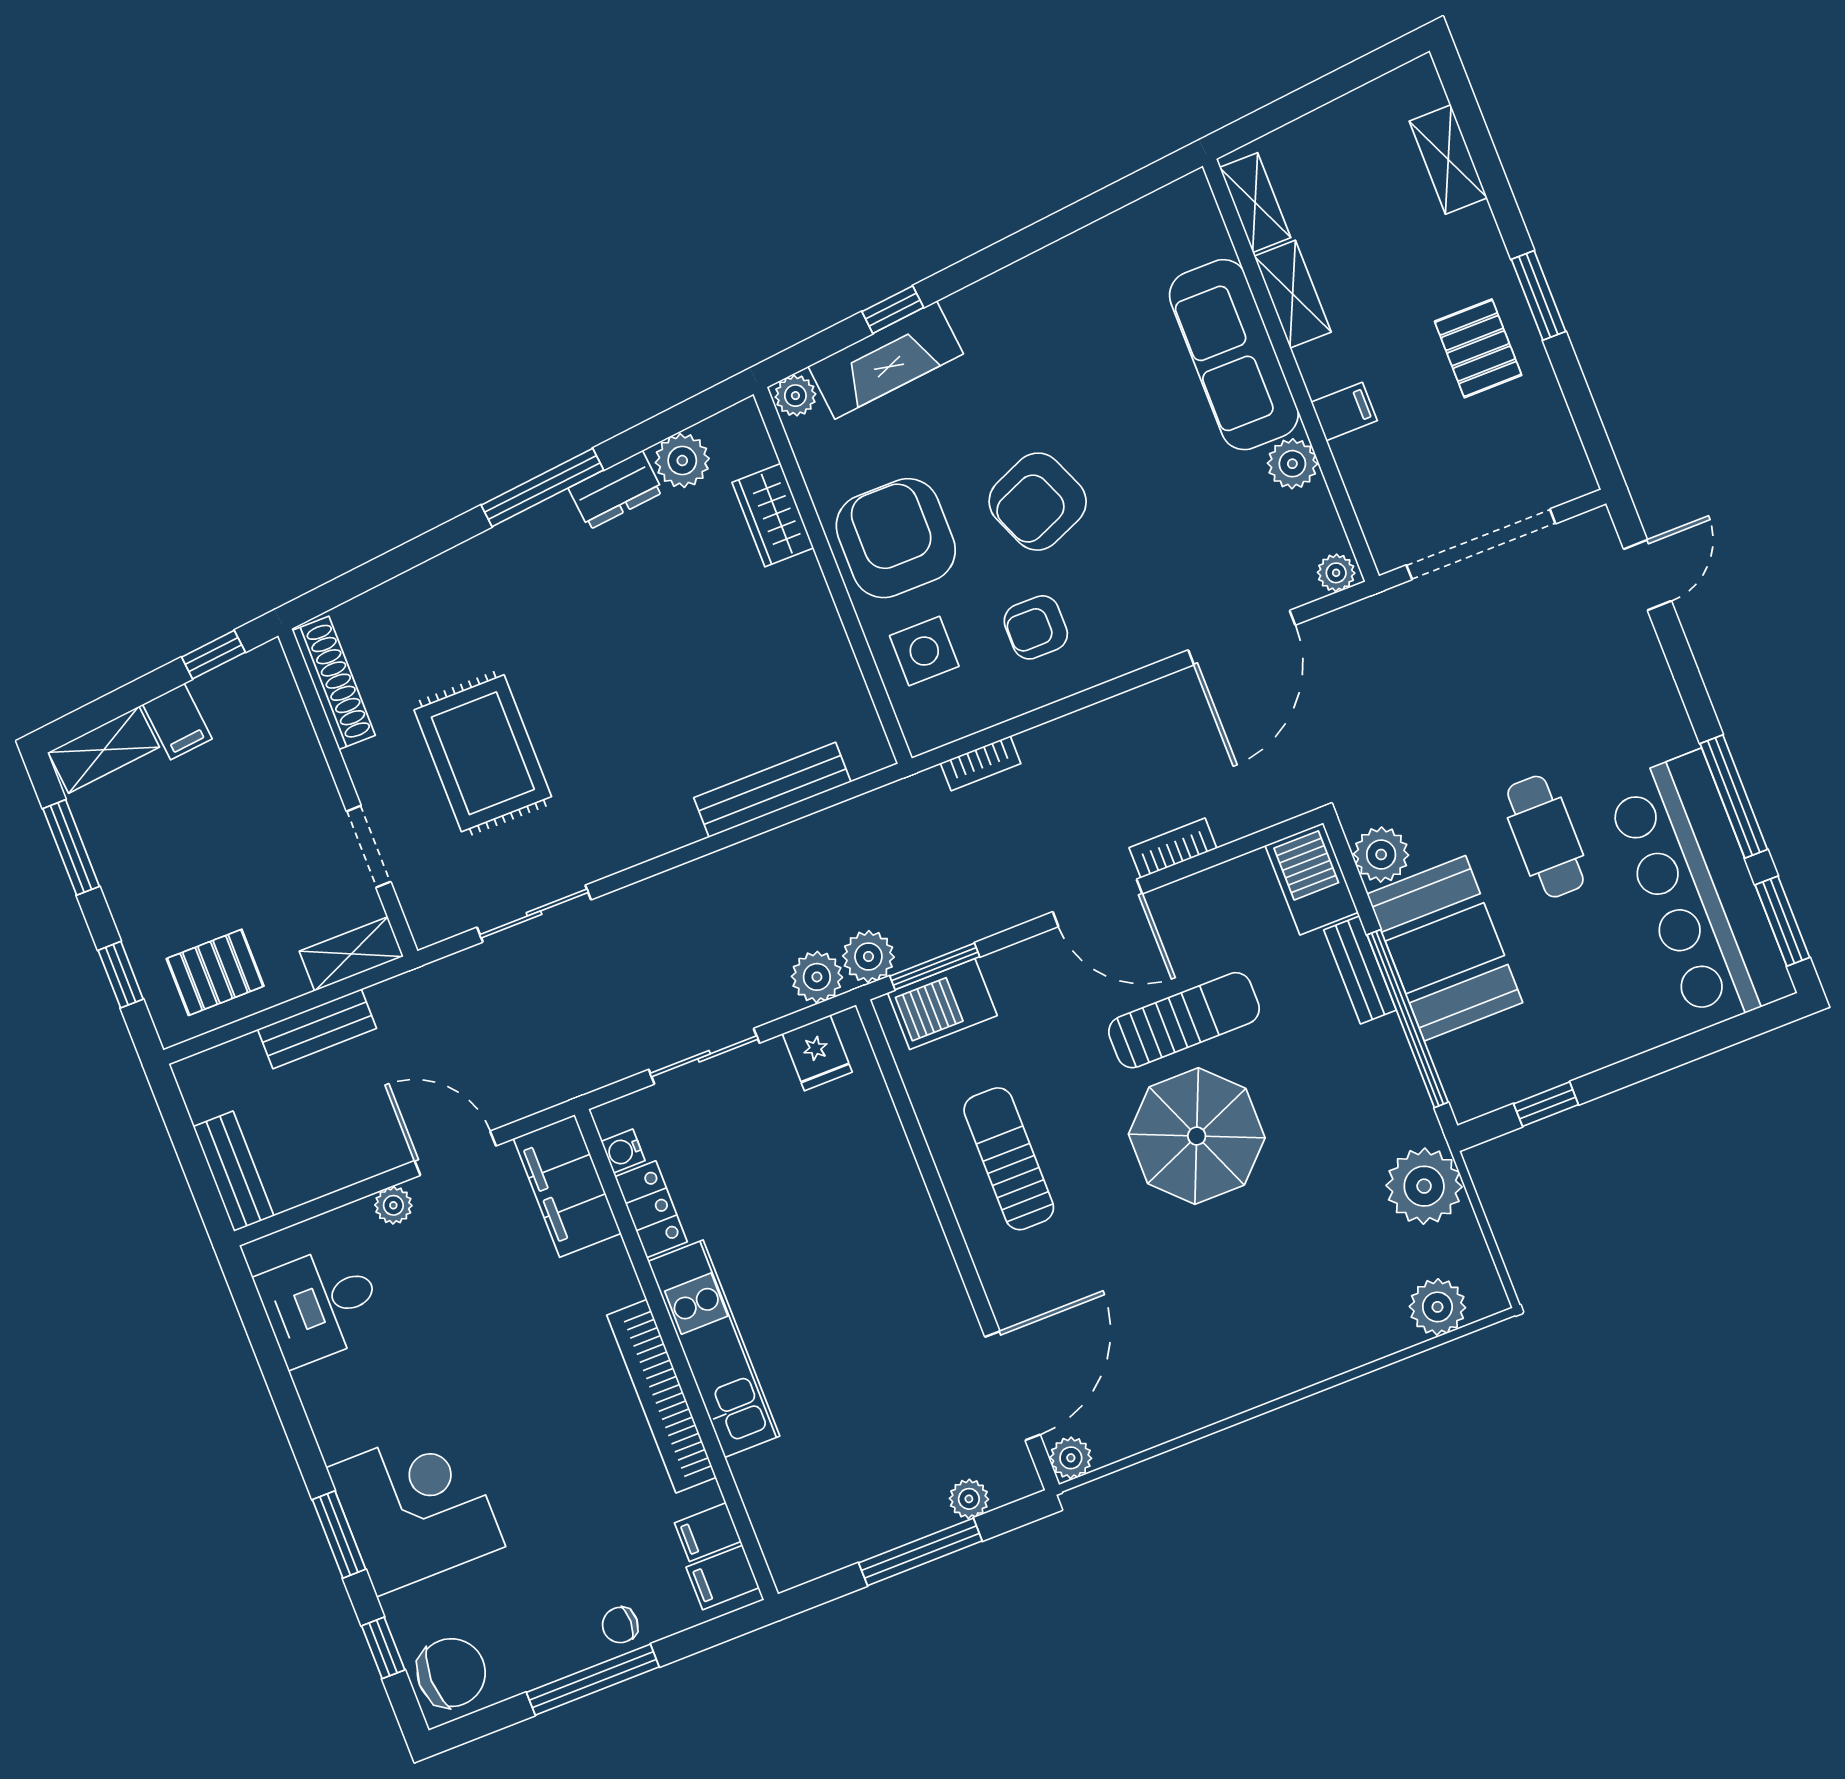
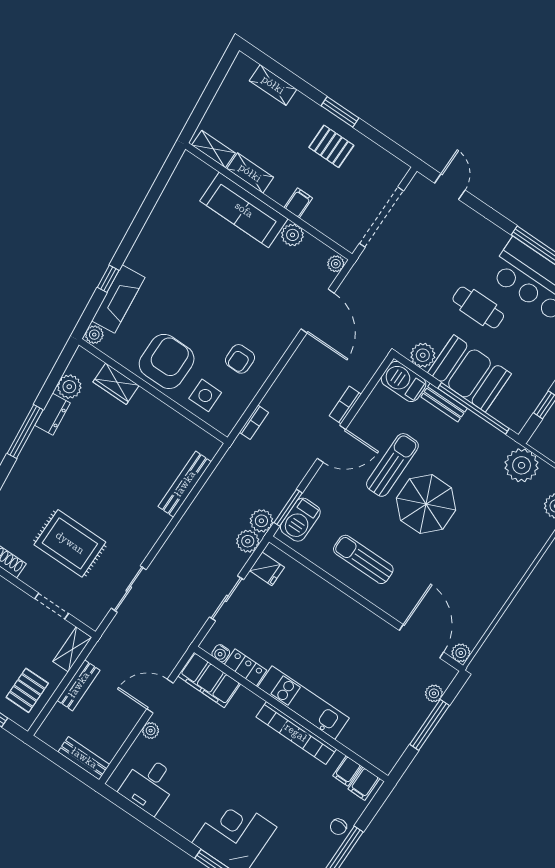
armchair: (1038, 502) -> (209, 313), removed
armchair: (896, 538) -> (167, 361), turned 90

